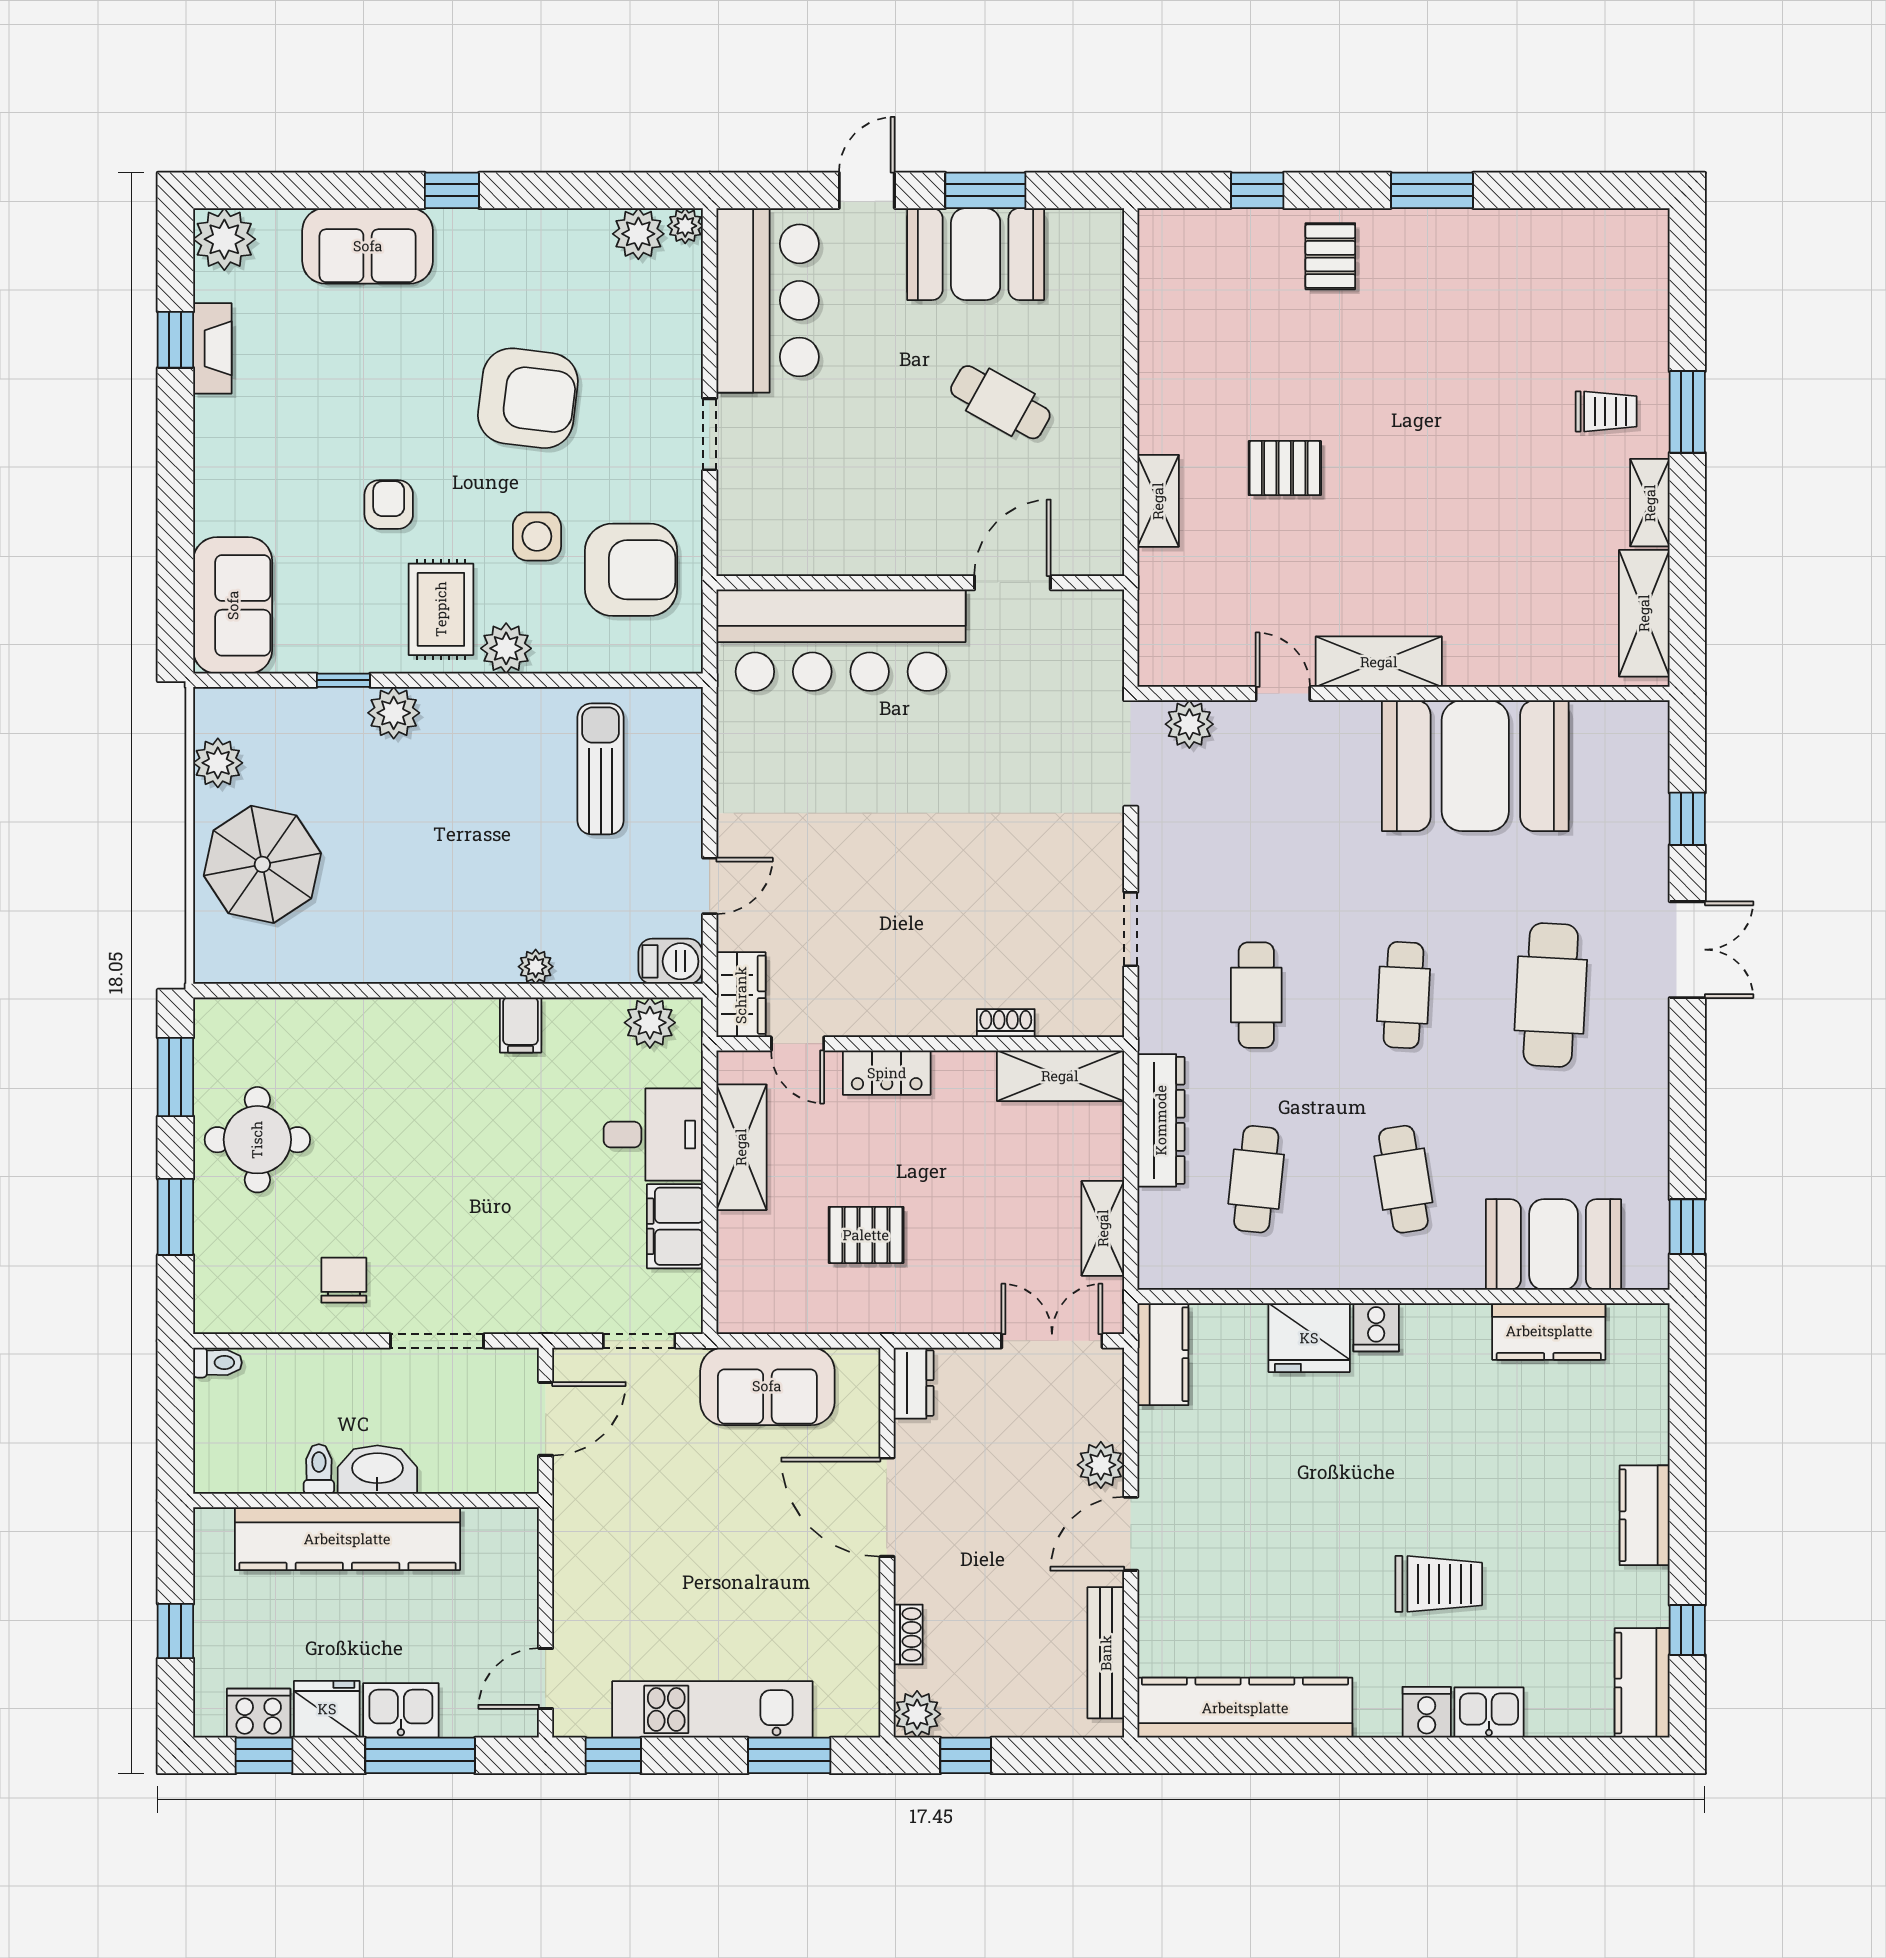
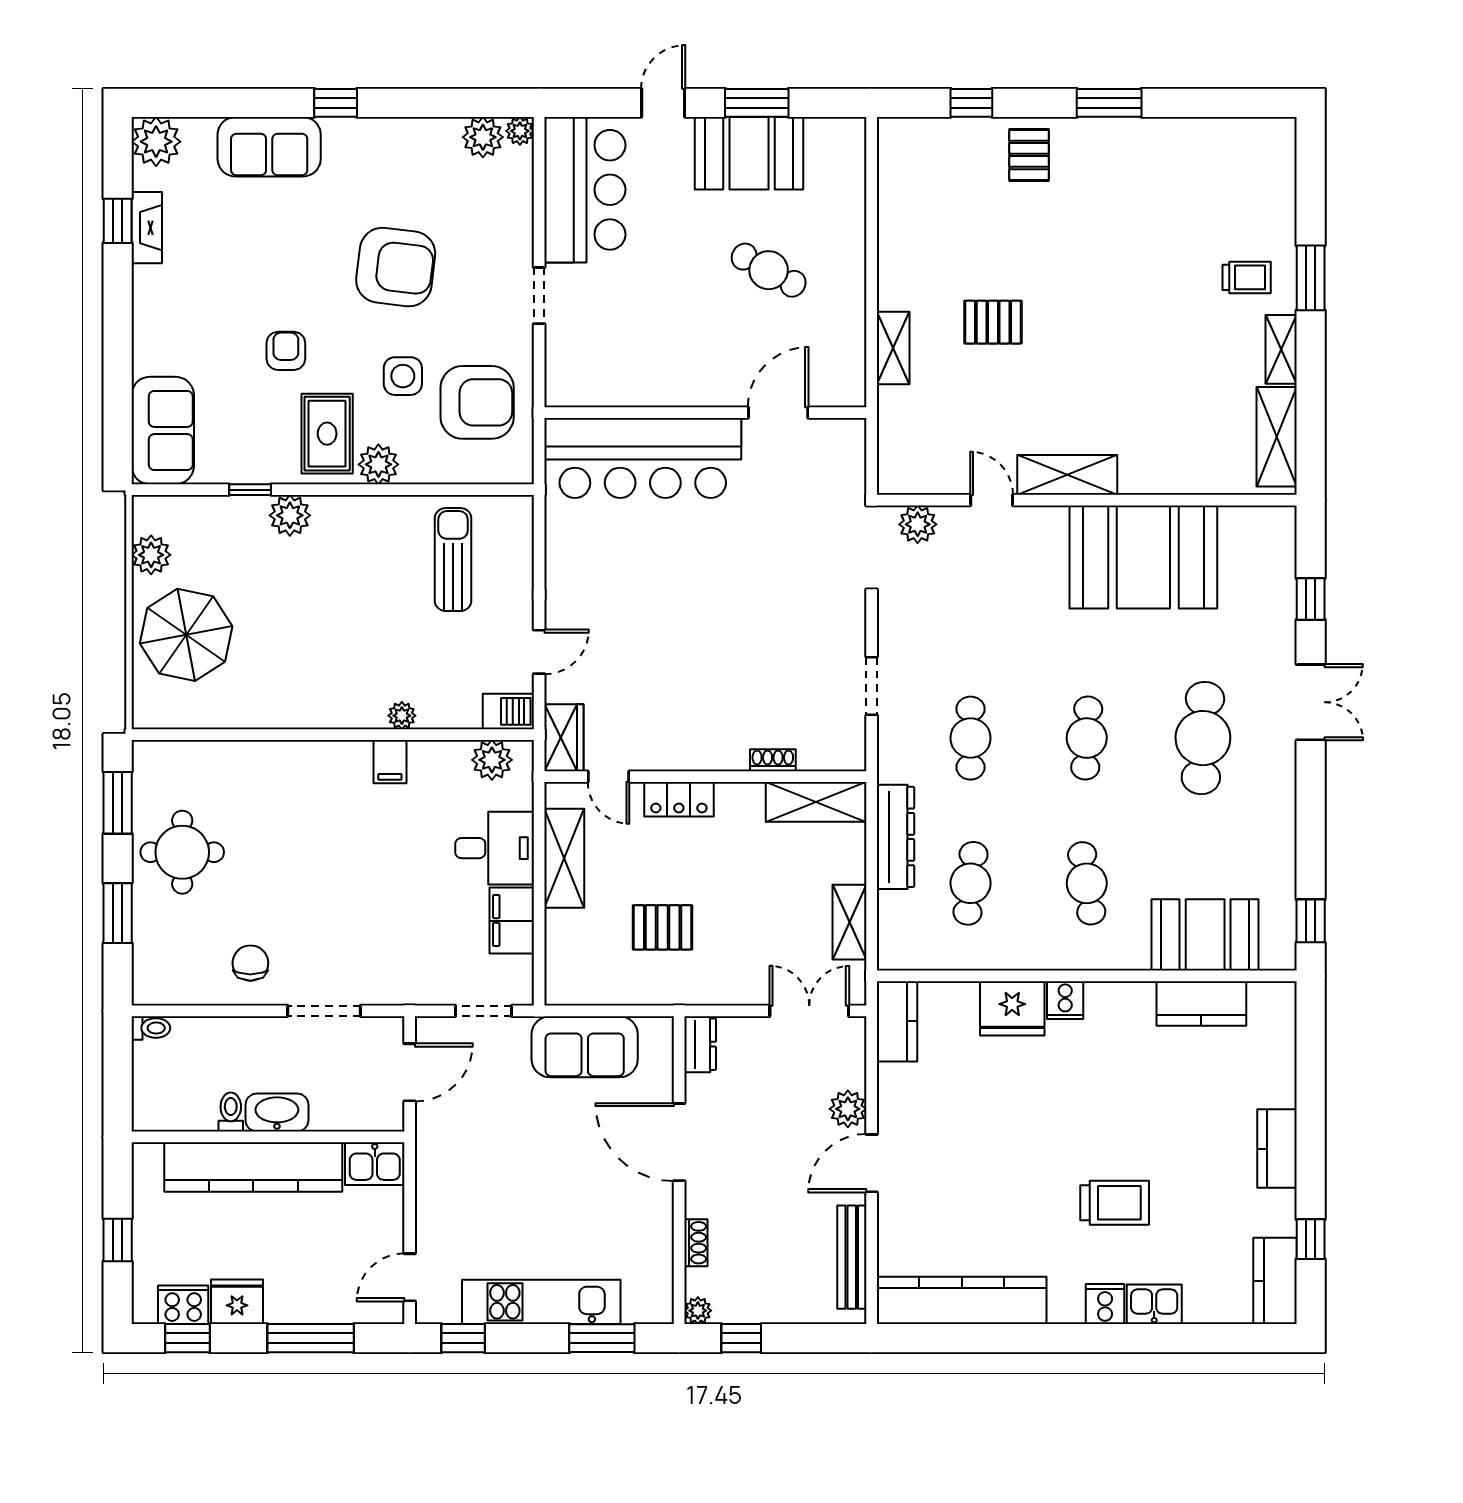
kitchen sink: (401, 1710) -> (375, 1164), moved, turned 180
plant: (917, 1714) -> (698, 1311), width x0.73, depth x0.73

